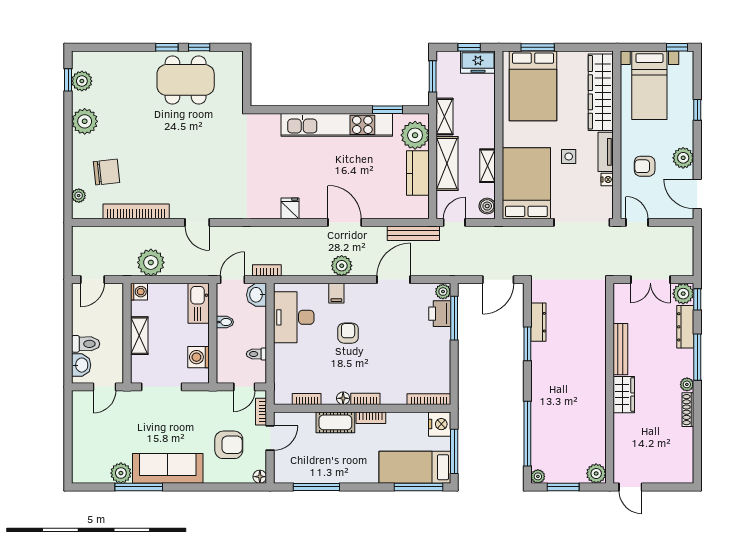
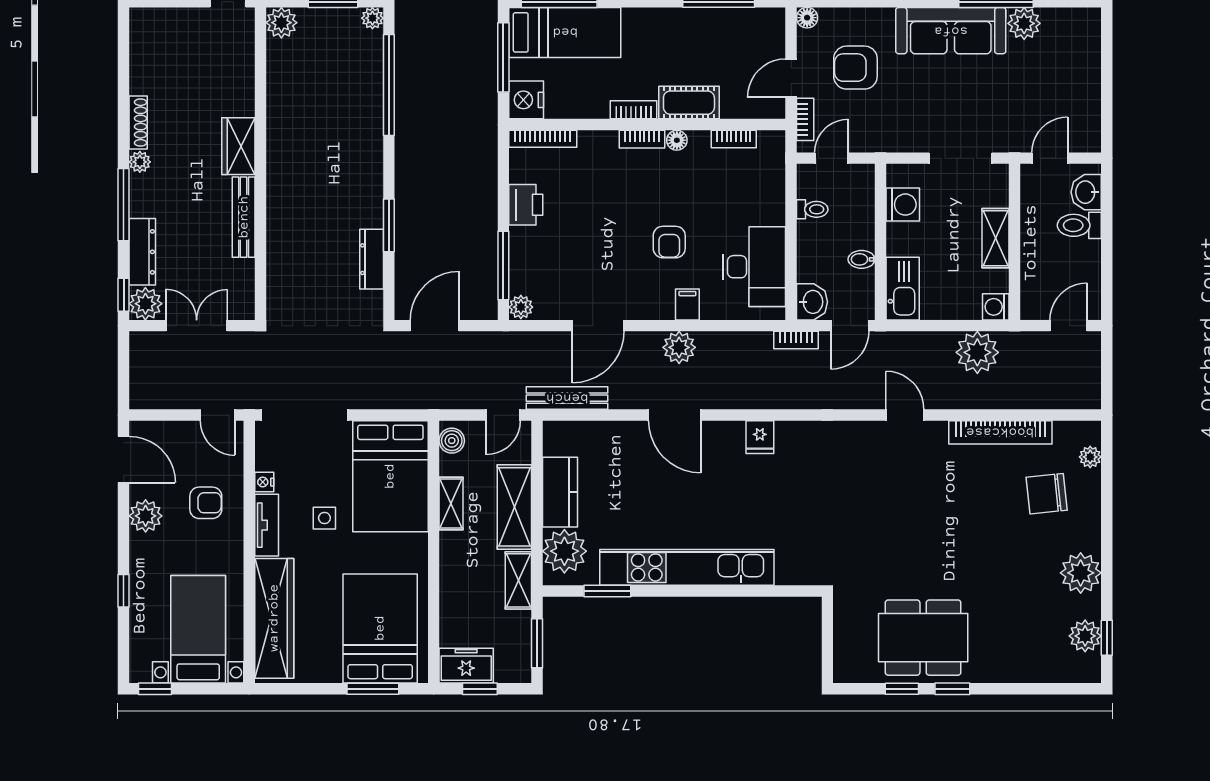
printer: (440, 314) -> (526, 205), moved

